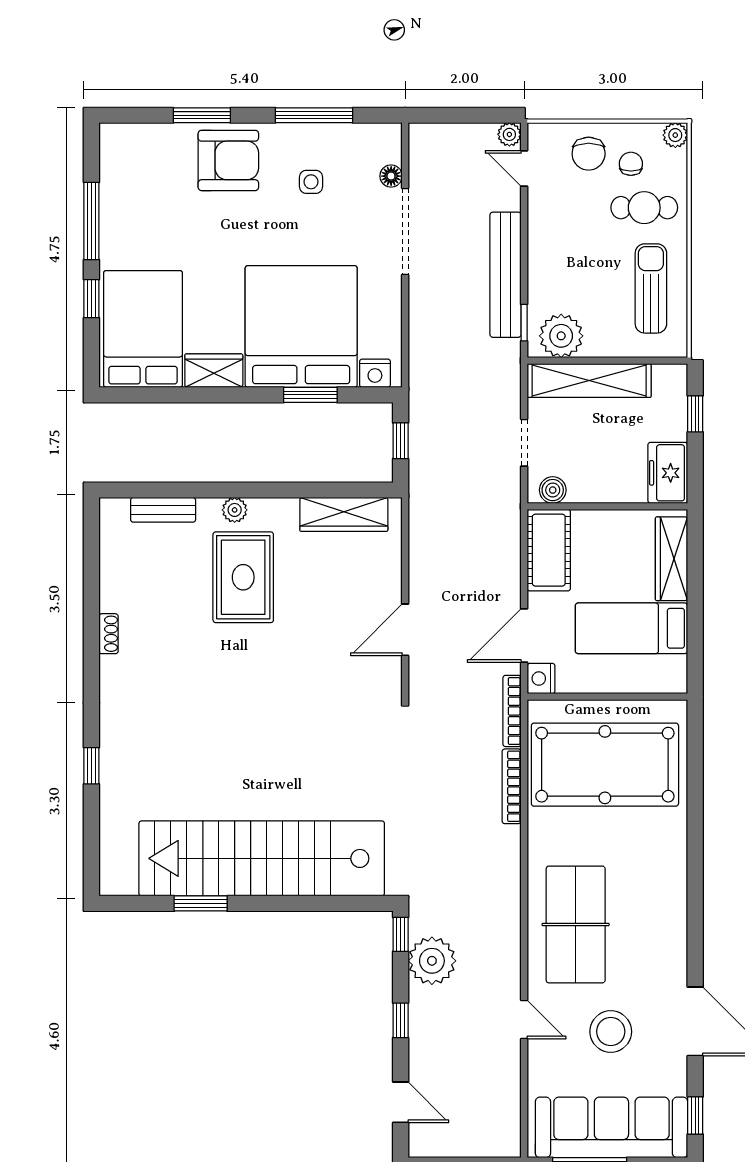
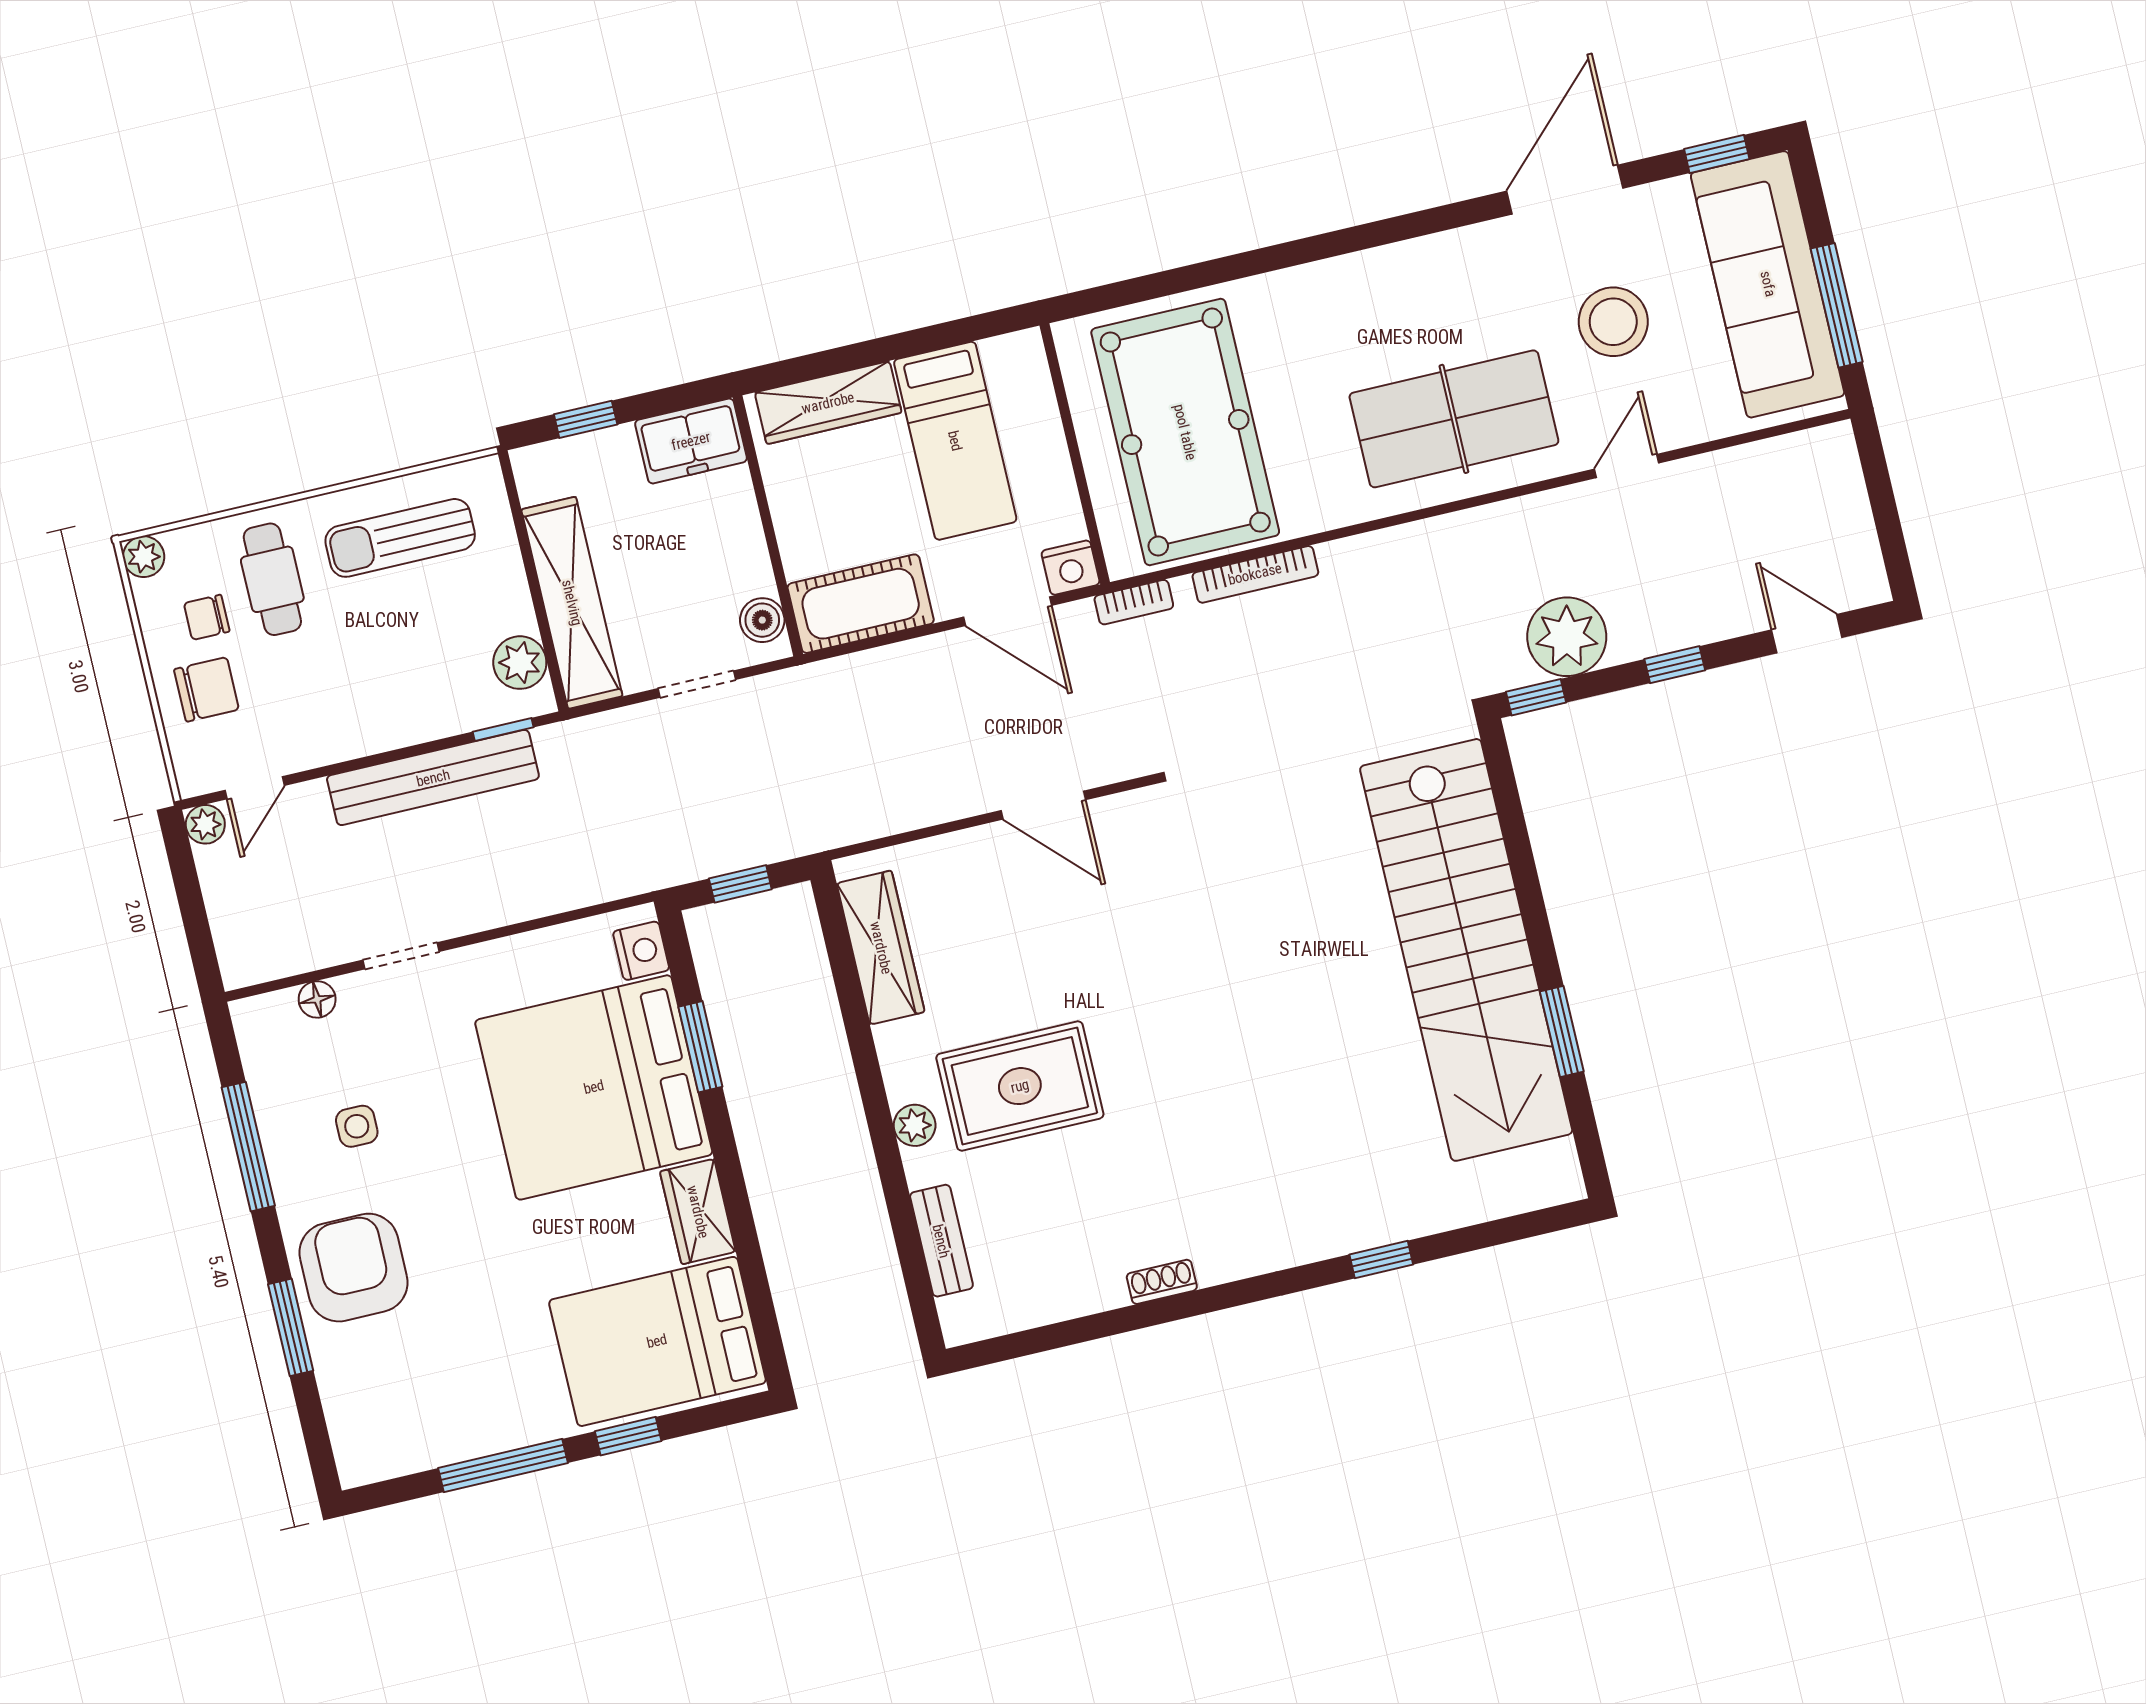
doorway: (405, 231) -> (401, 956), width x0.53
plant: (561, 336) -> (520, 663), width x0.73, depth x0.73
bookcase: (512, 711) -> (1134, 602), width x0.64
door: (401, 1102) -> (1807, 634), hinge flipped

